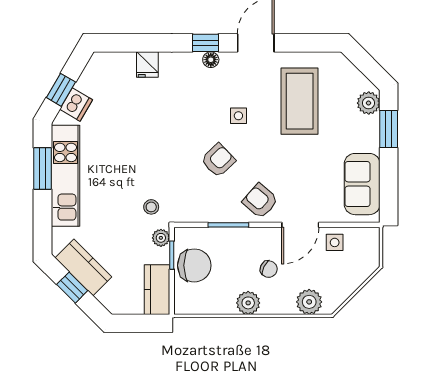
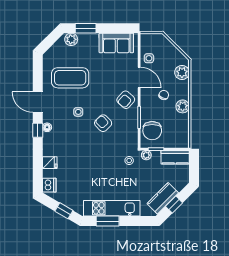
dishwasher: (76, 105) -> (49, 185), moved, turned 60
chair: (194, 265) -> (152, 131), moved, turned 180

